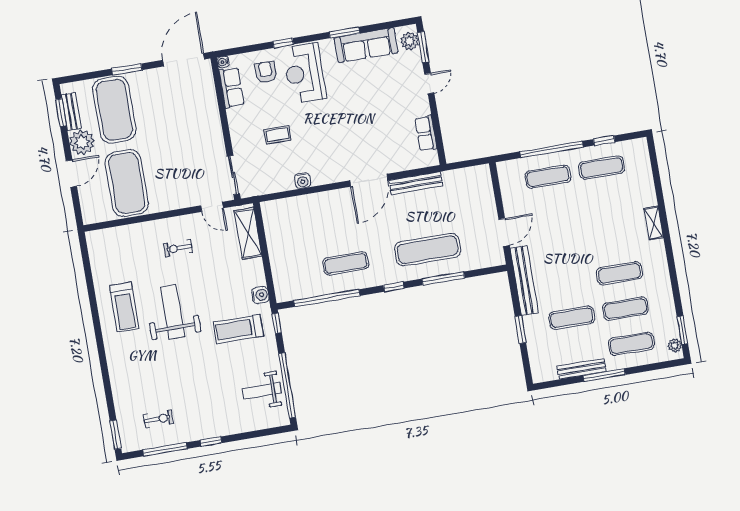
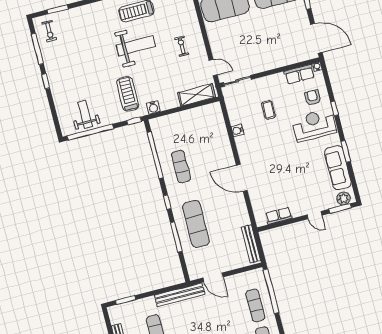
armchair: (266, 72) -> (313, 98), turned -90
window: (552, 149) -> (271, 291), moved
bench: (416, 183) -> (251, 244), moved
door: (212, 207) -> (213, 68), swing flipped
window: (520, 329) -> (126, 300), moved
exercise bike: (158, 419) -> (49, 31), moved
window: (115, 435) -> (58, 9), moved

